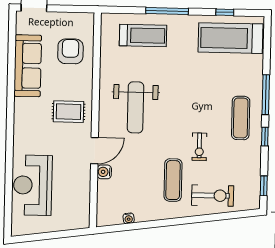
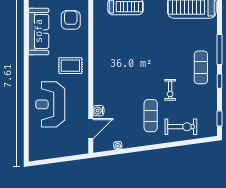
weight bench: (135, 107) -> (121, 61), removed
door: (95, 151) -> (91, 129), moved
reception desk: (33, 185) -> (50, 104), moved

